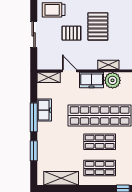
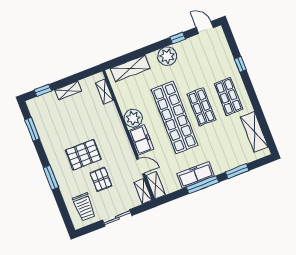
shelving: (108, 65) -> (143, 191), moved
door: (70, 71) -> (141, 166), swing flipped
freezer: (44, 110) -> (196, 175), width x1.40

